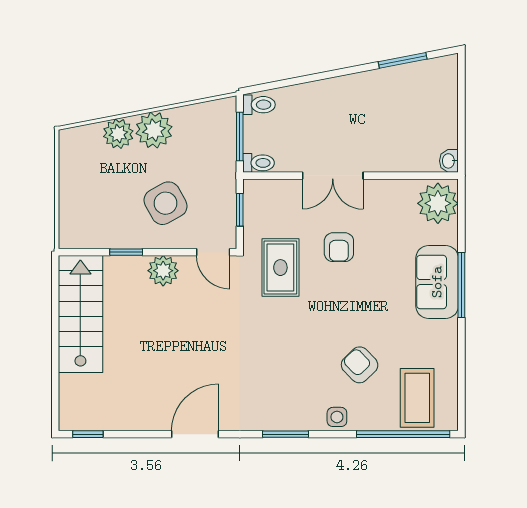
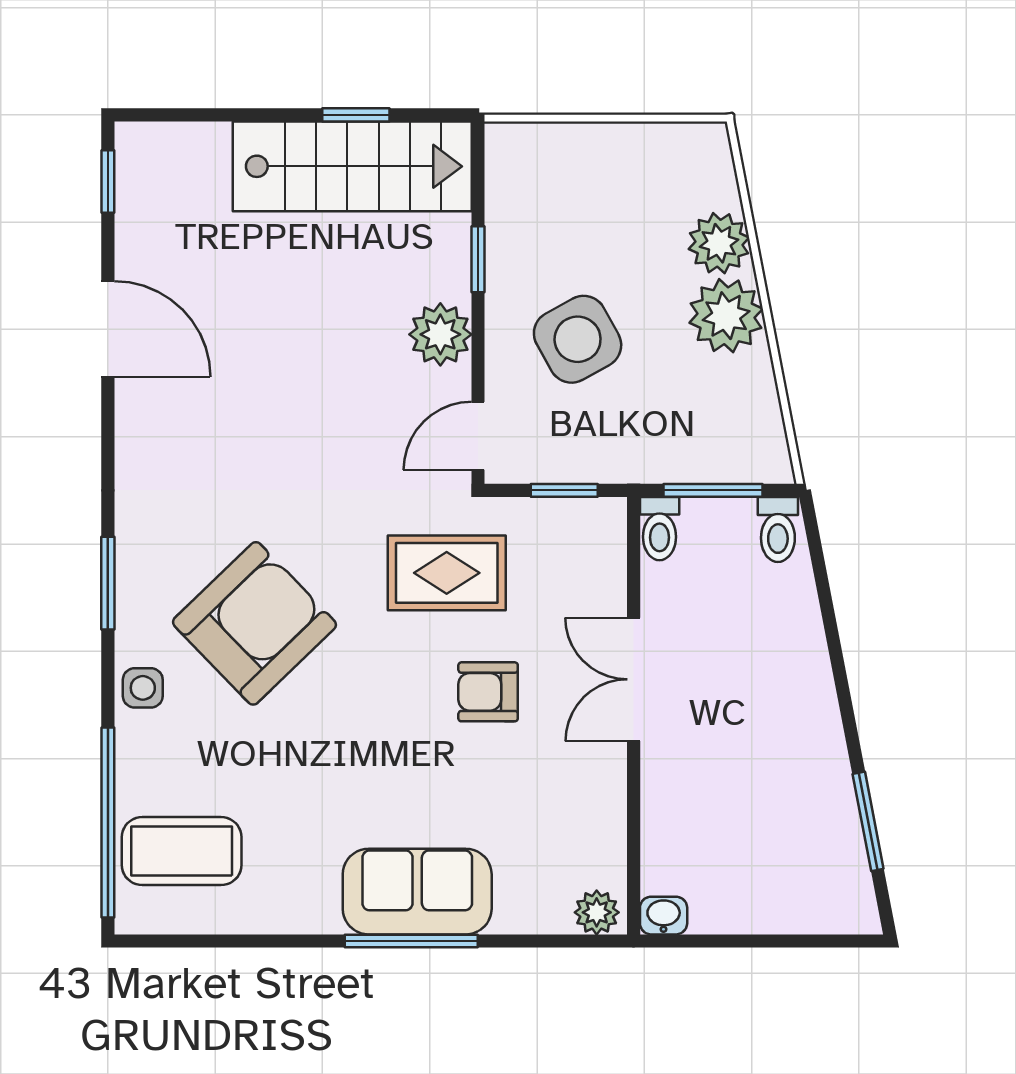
plant: (438, 203) -> (597, 912), width x0.53, depth x0.53
window: (55, 312) -> (356, 115), added
armchair: (360, 365) -> (254, 623), moved, width x1.88, depth x1.88
door: (195, 434) -> (108, 329), moved

